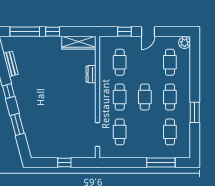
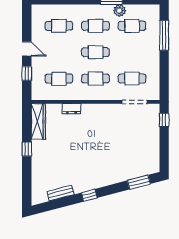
window: (25, 32) -> (27, 178), removed
plant: (185, 43) -> (120, 10), moved
window: (17, 124) -> (139, 182), moved
window: (64, 162) -> (164, 120), moved

